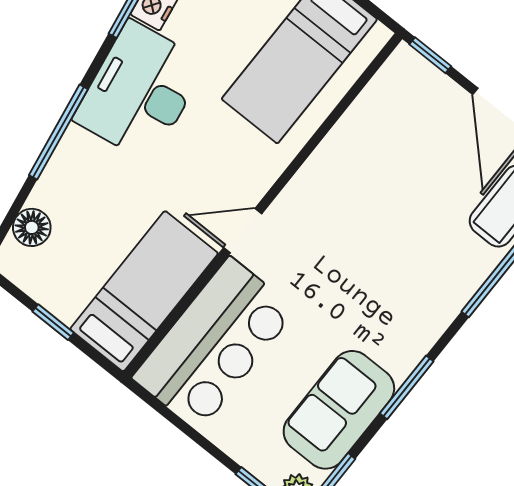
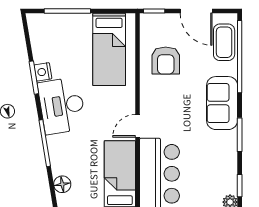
armchair: (382, 157) -> (166, 61), added
sofa: (339, 410) -> (222, 103), moved

